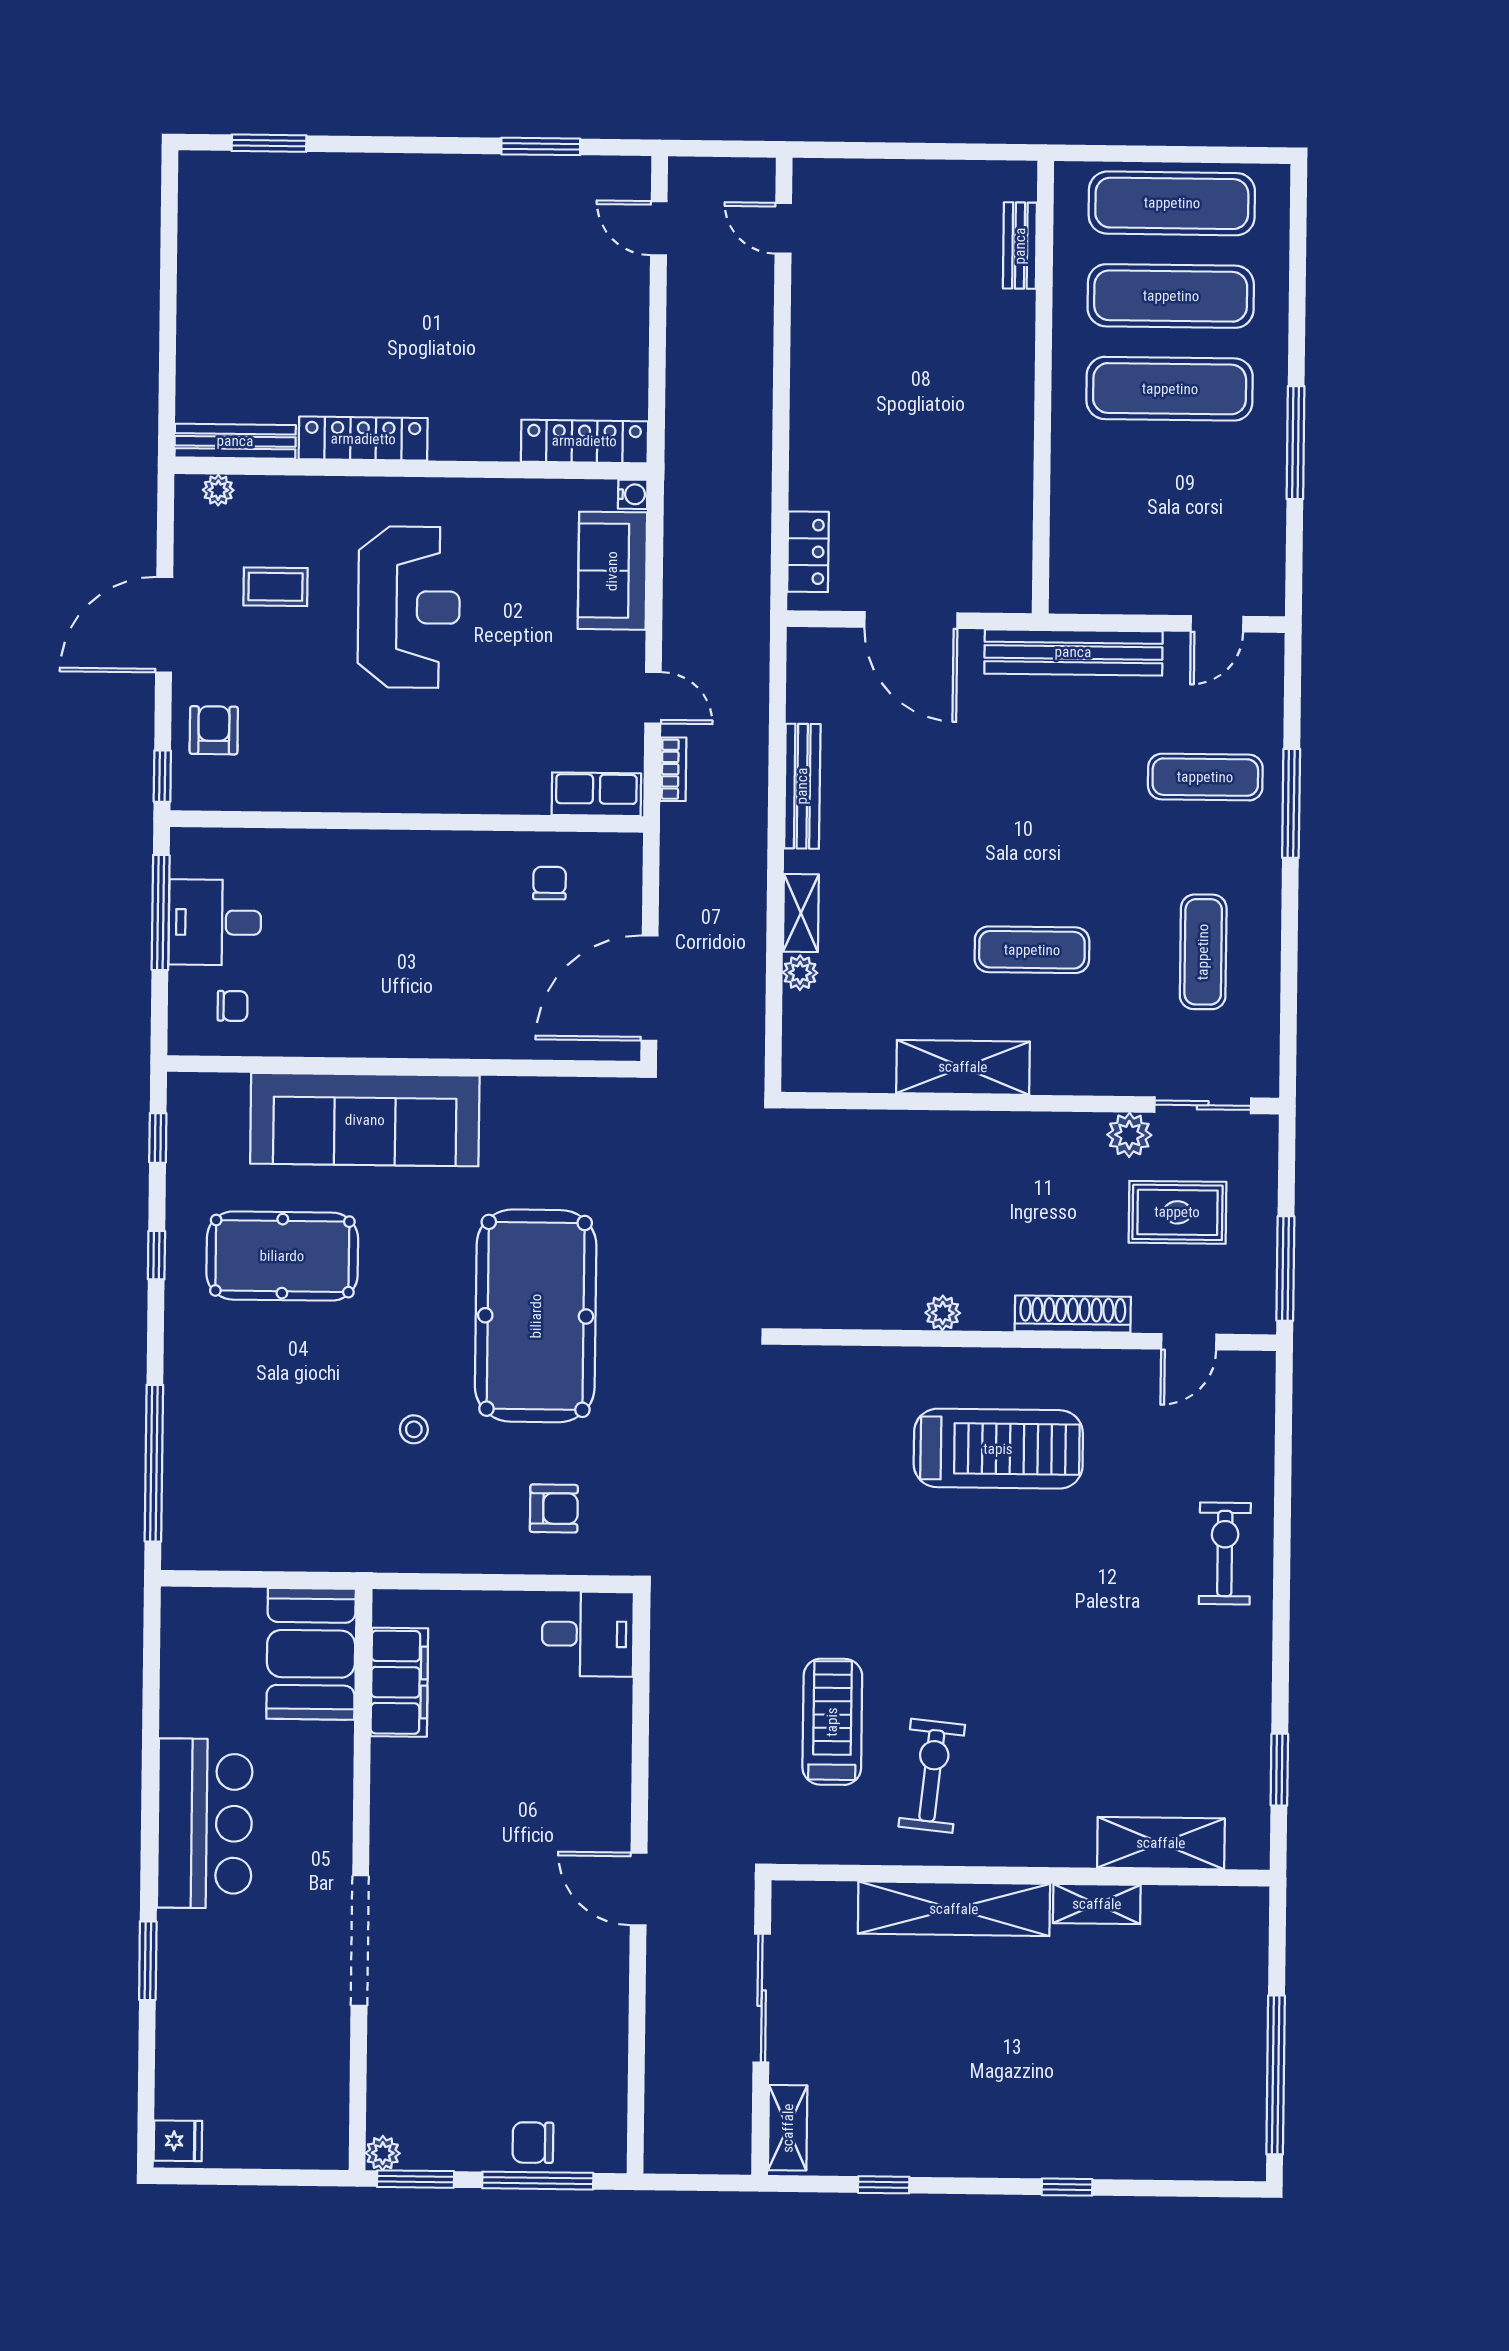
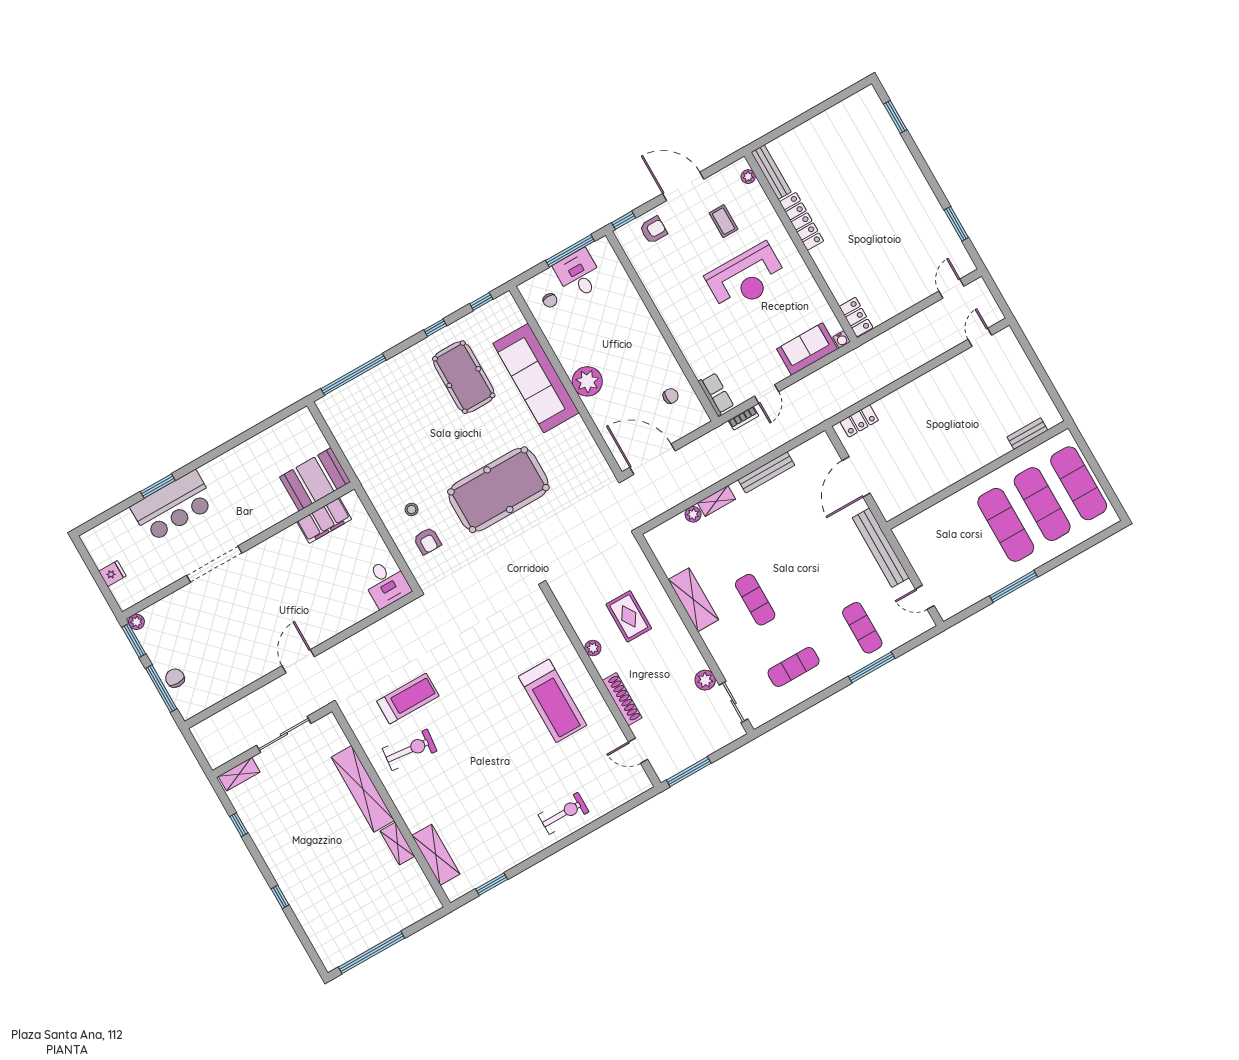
locker: (584, 441) -> (856, 317), width x0.66
plant: (429, 1026) -> (587, 381), added
rug: (1177, 1212) -> (629, 616), moved
stool: (414, 1429) -> (412, 509), moved
bar counter: (205, 1823) -> (173, 506), moved
fridge: (178, 2141) -> (112, 574), moved, turned -90

